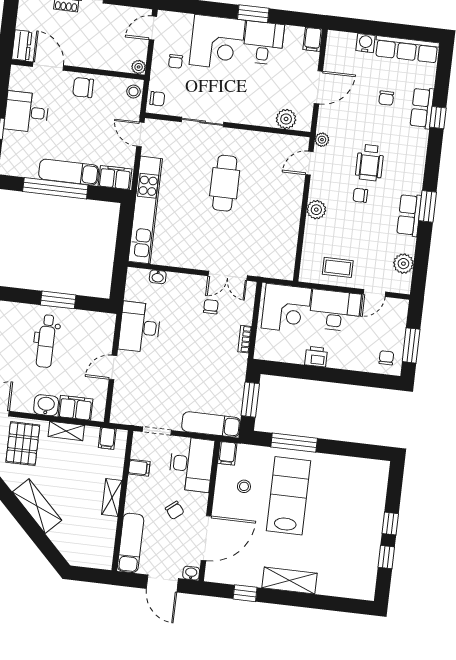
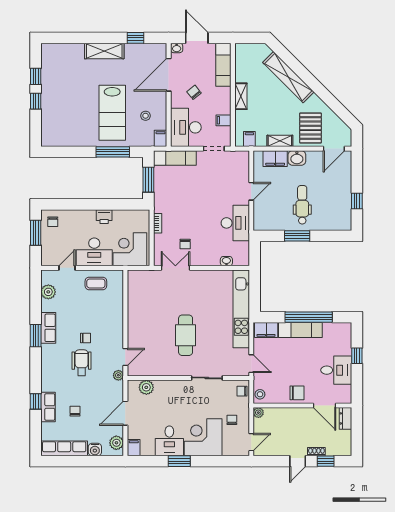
plant: (316, 210) -> (116, 443), moved
shelving: (37, 506) -> (288, 77), width x1.47

